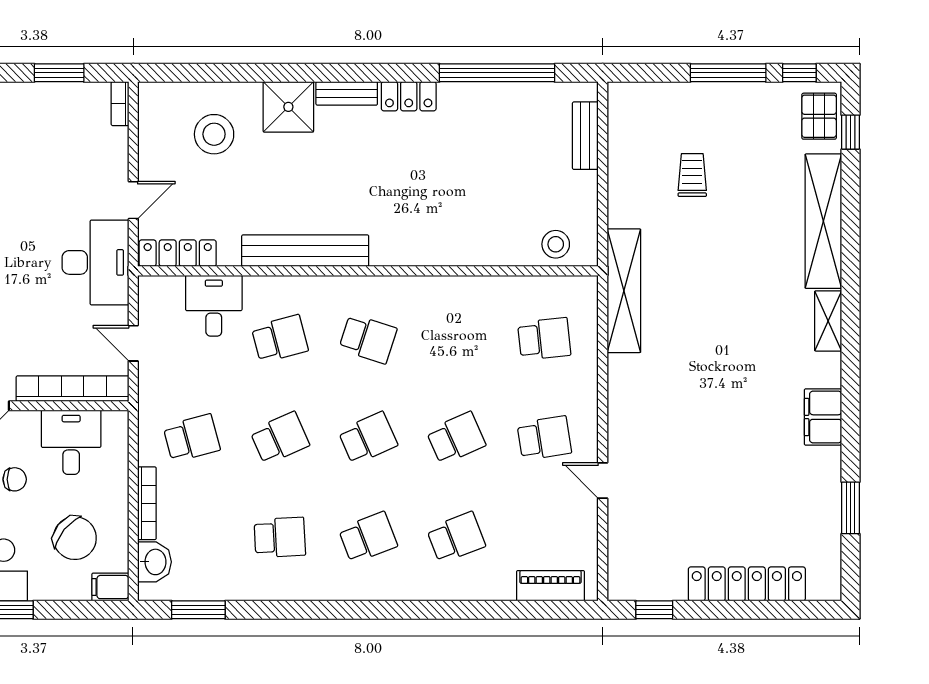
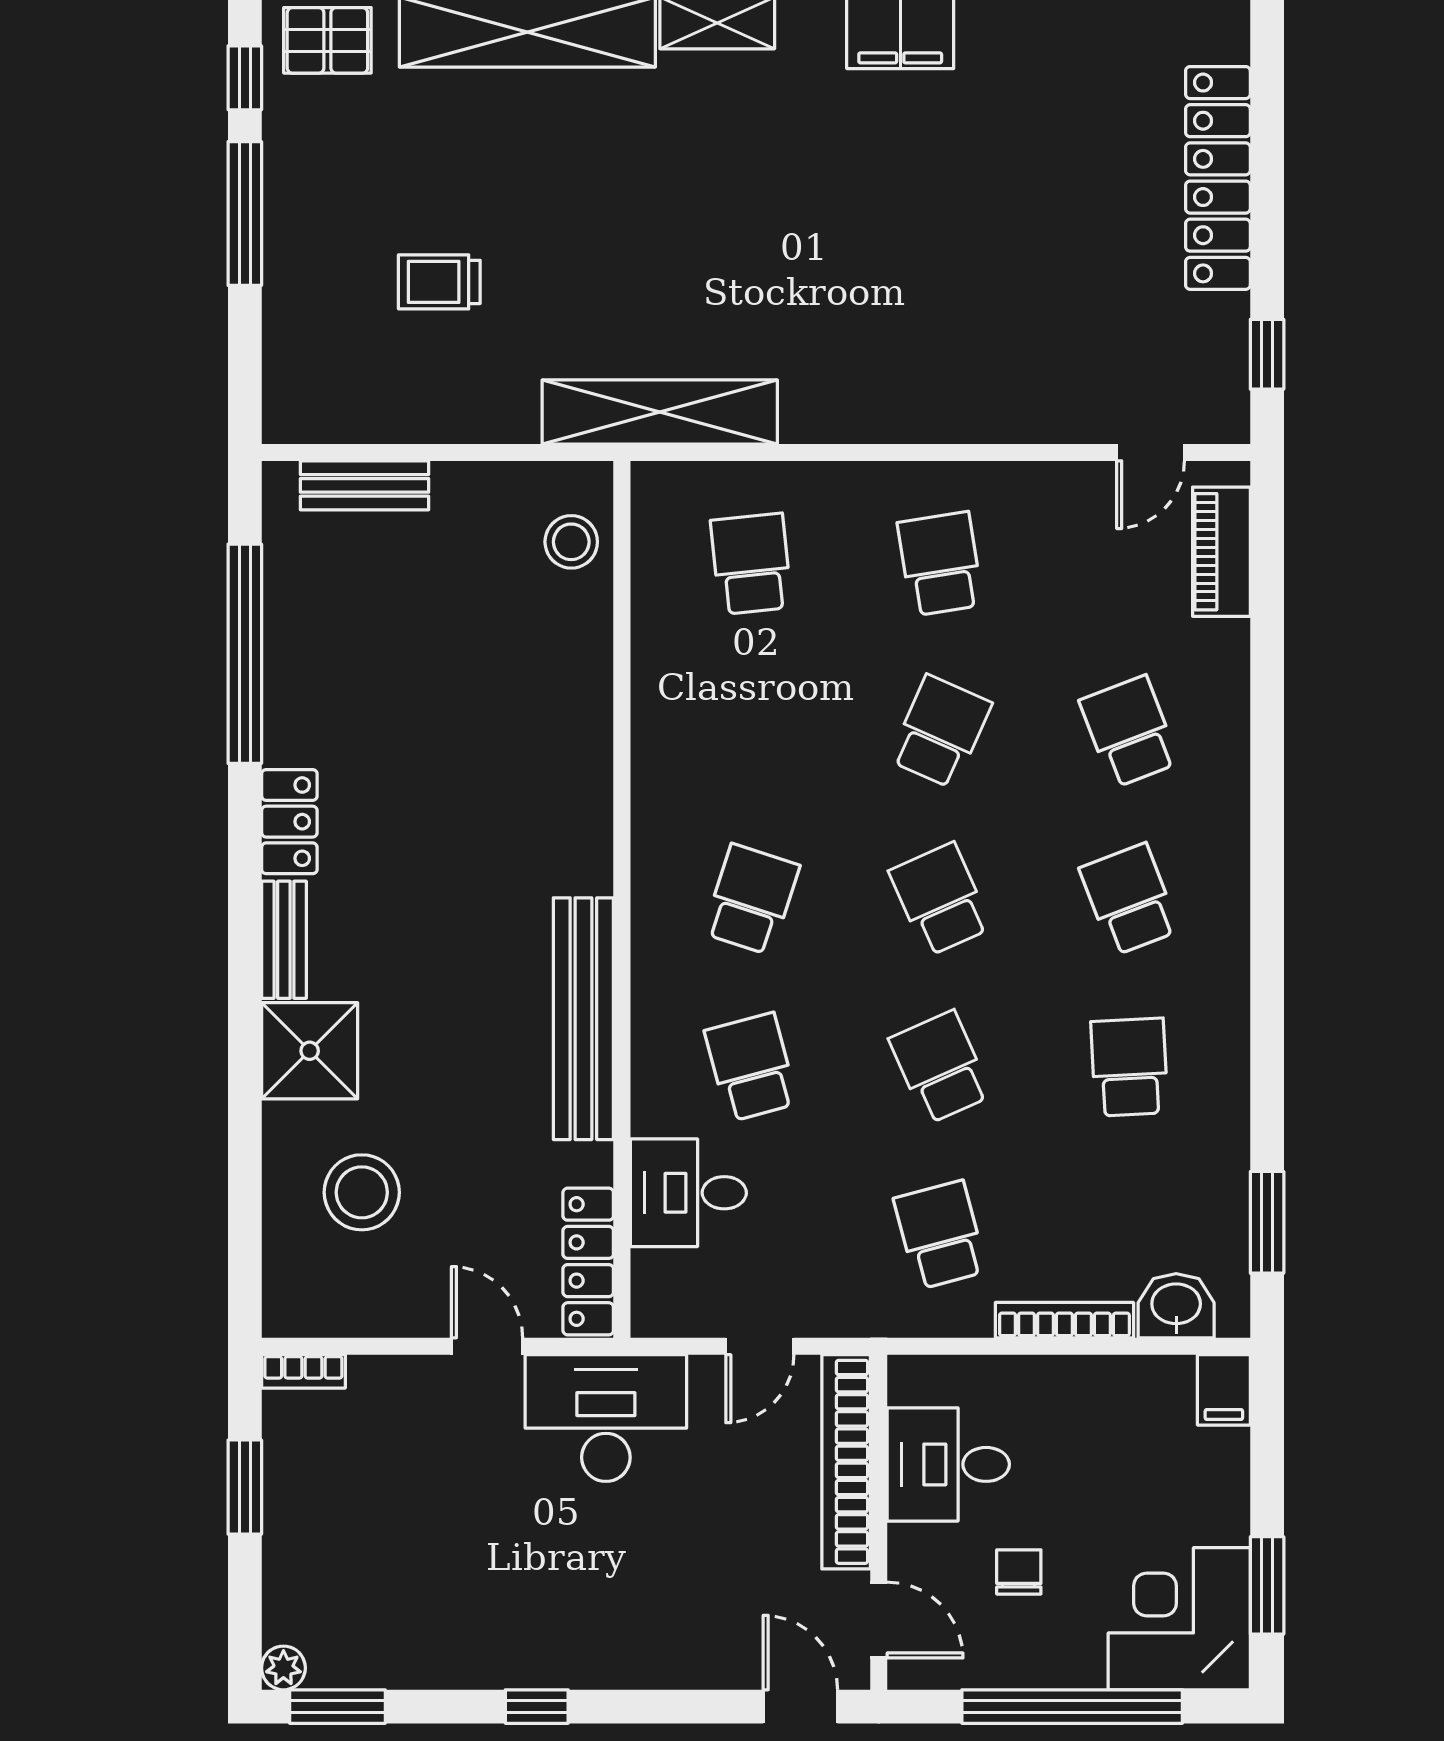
school desk: (456, 438) -> (940, 732), turned 48
door: (603, 481) -> (1151, 452), moved
chair: (75, 538) -> (1131, 1457), removed

